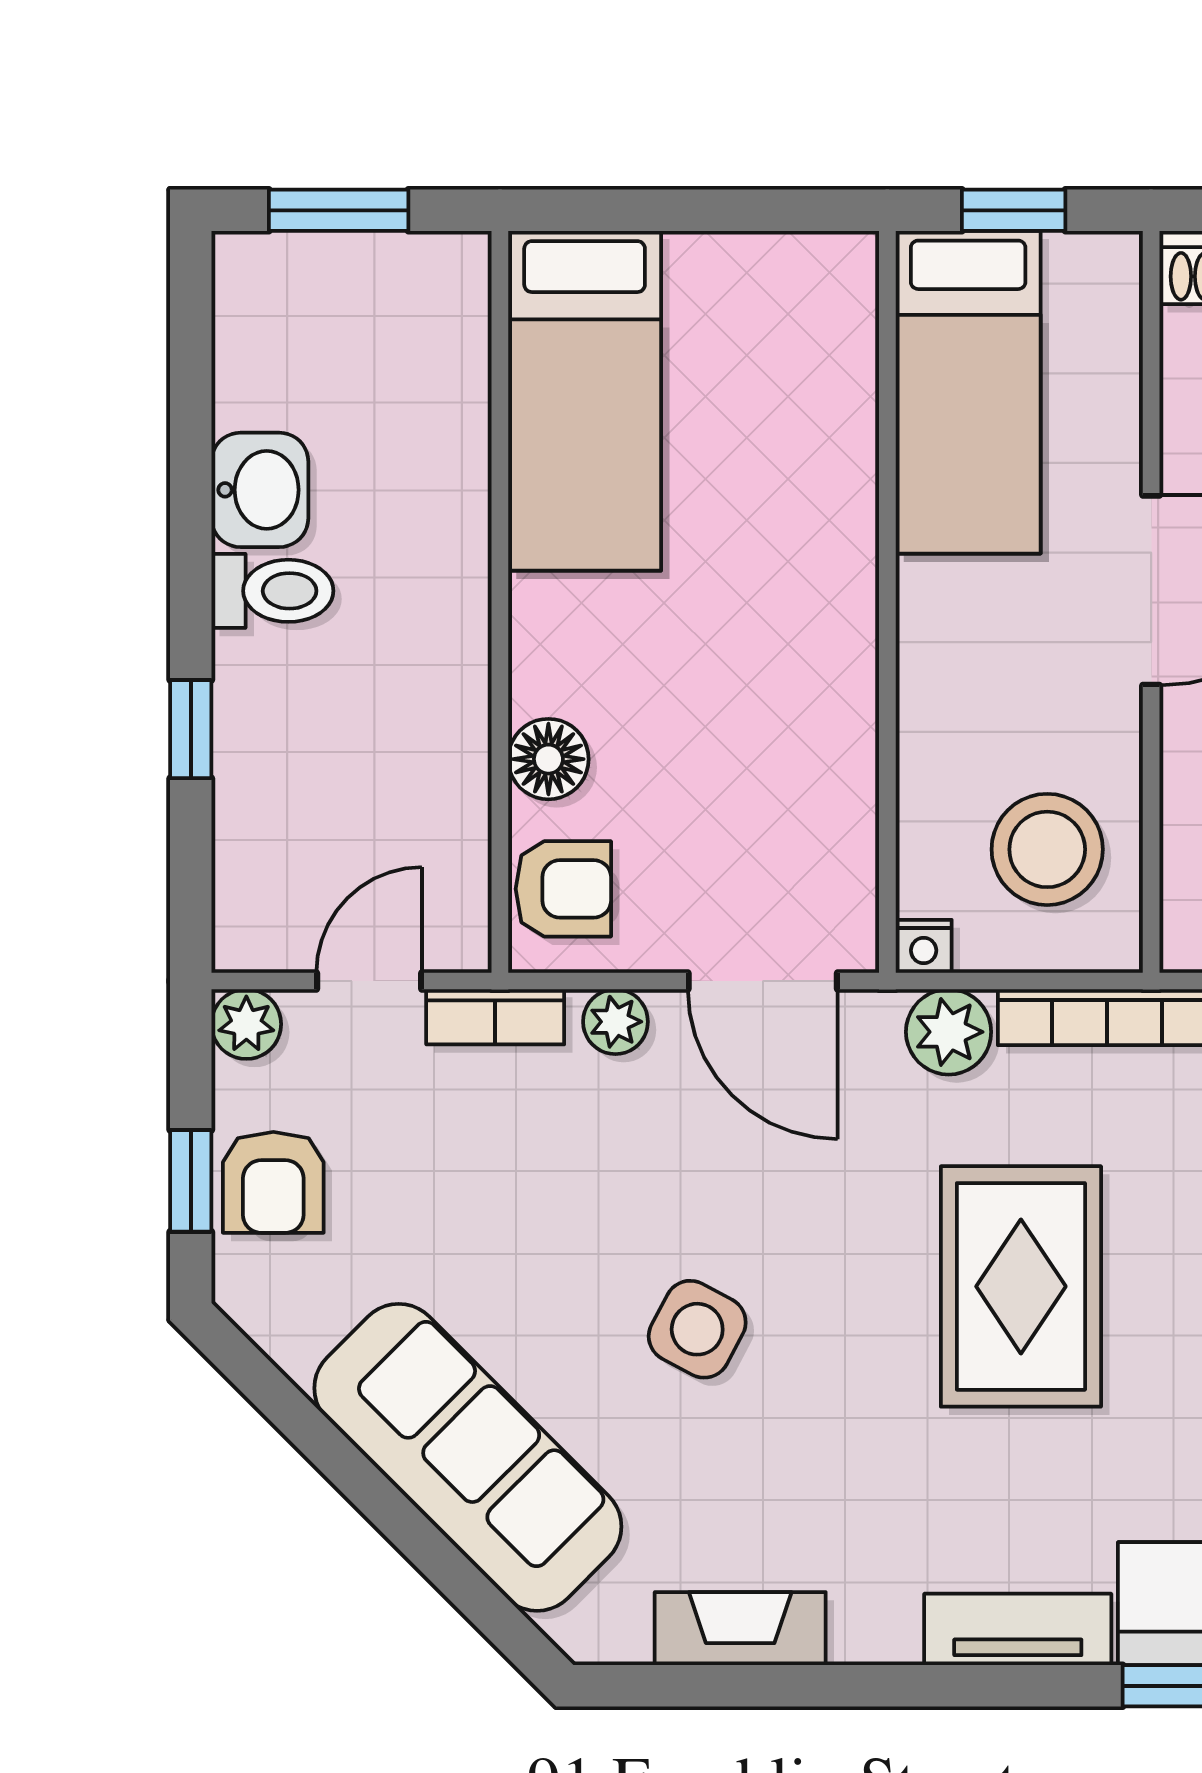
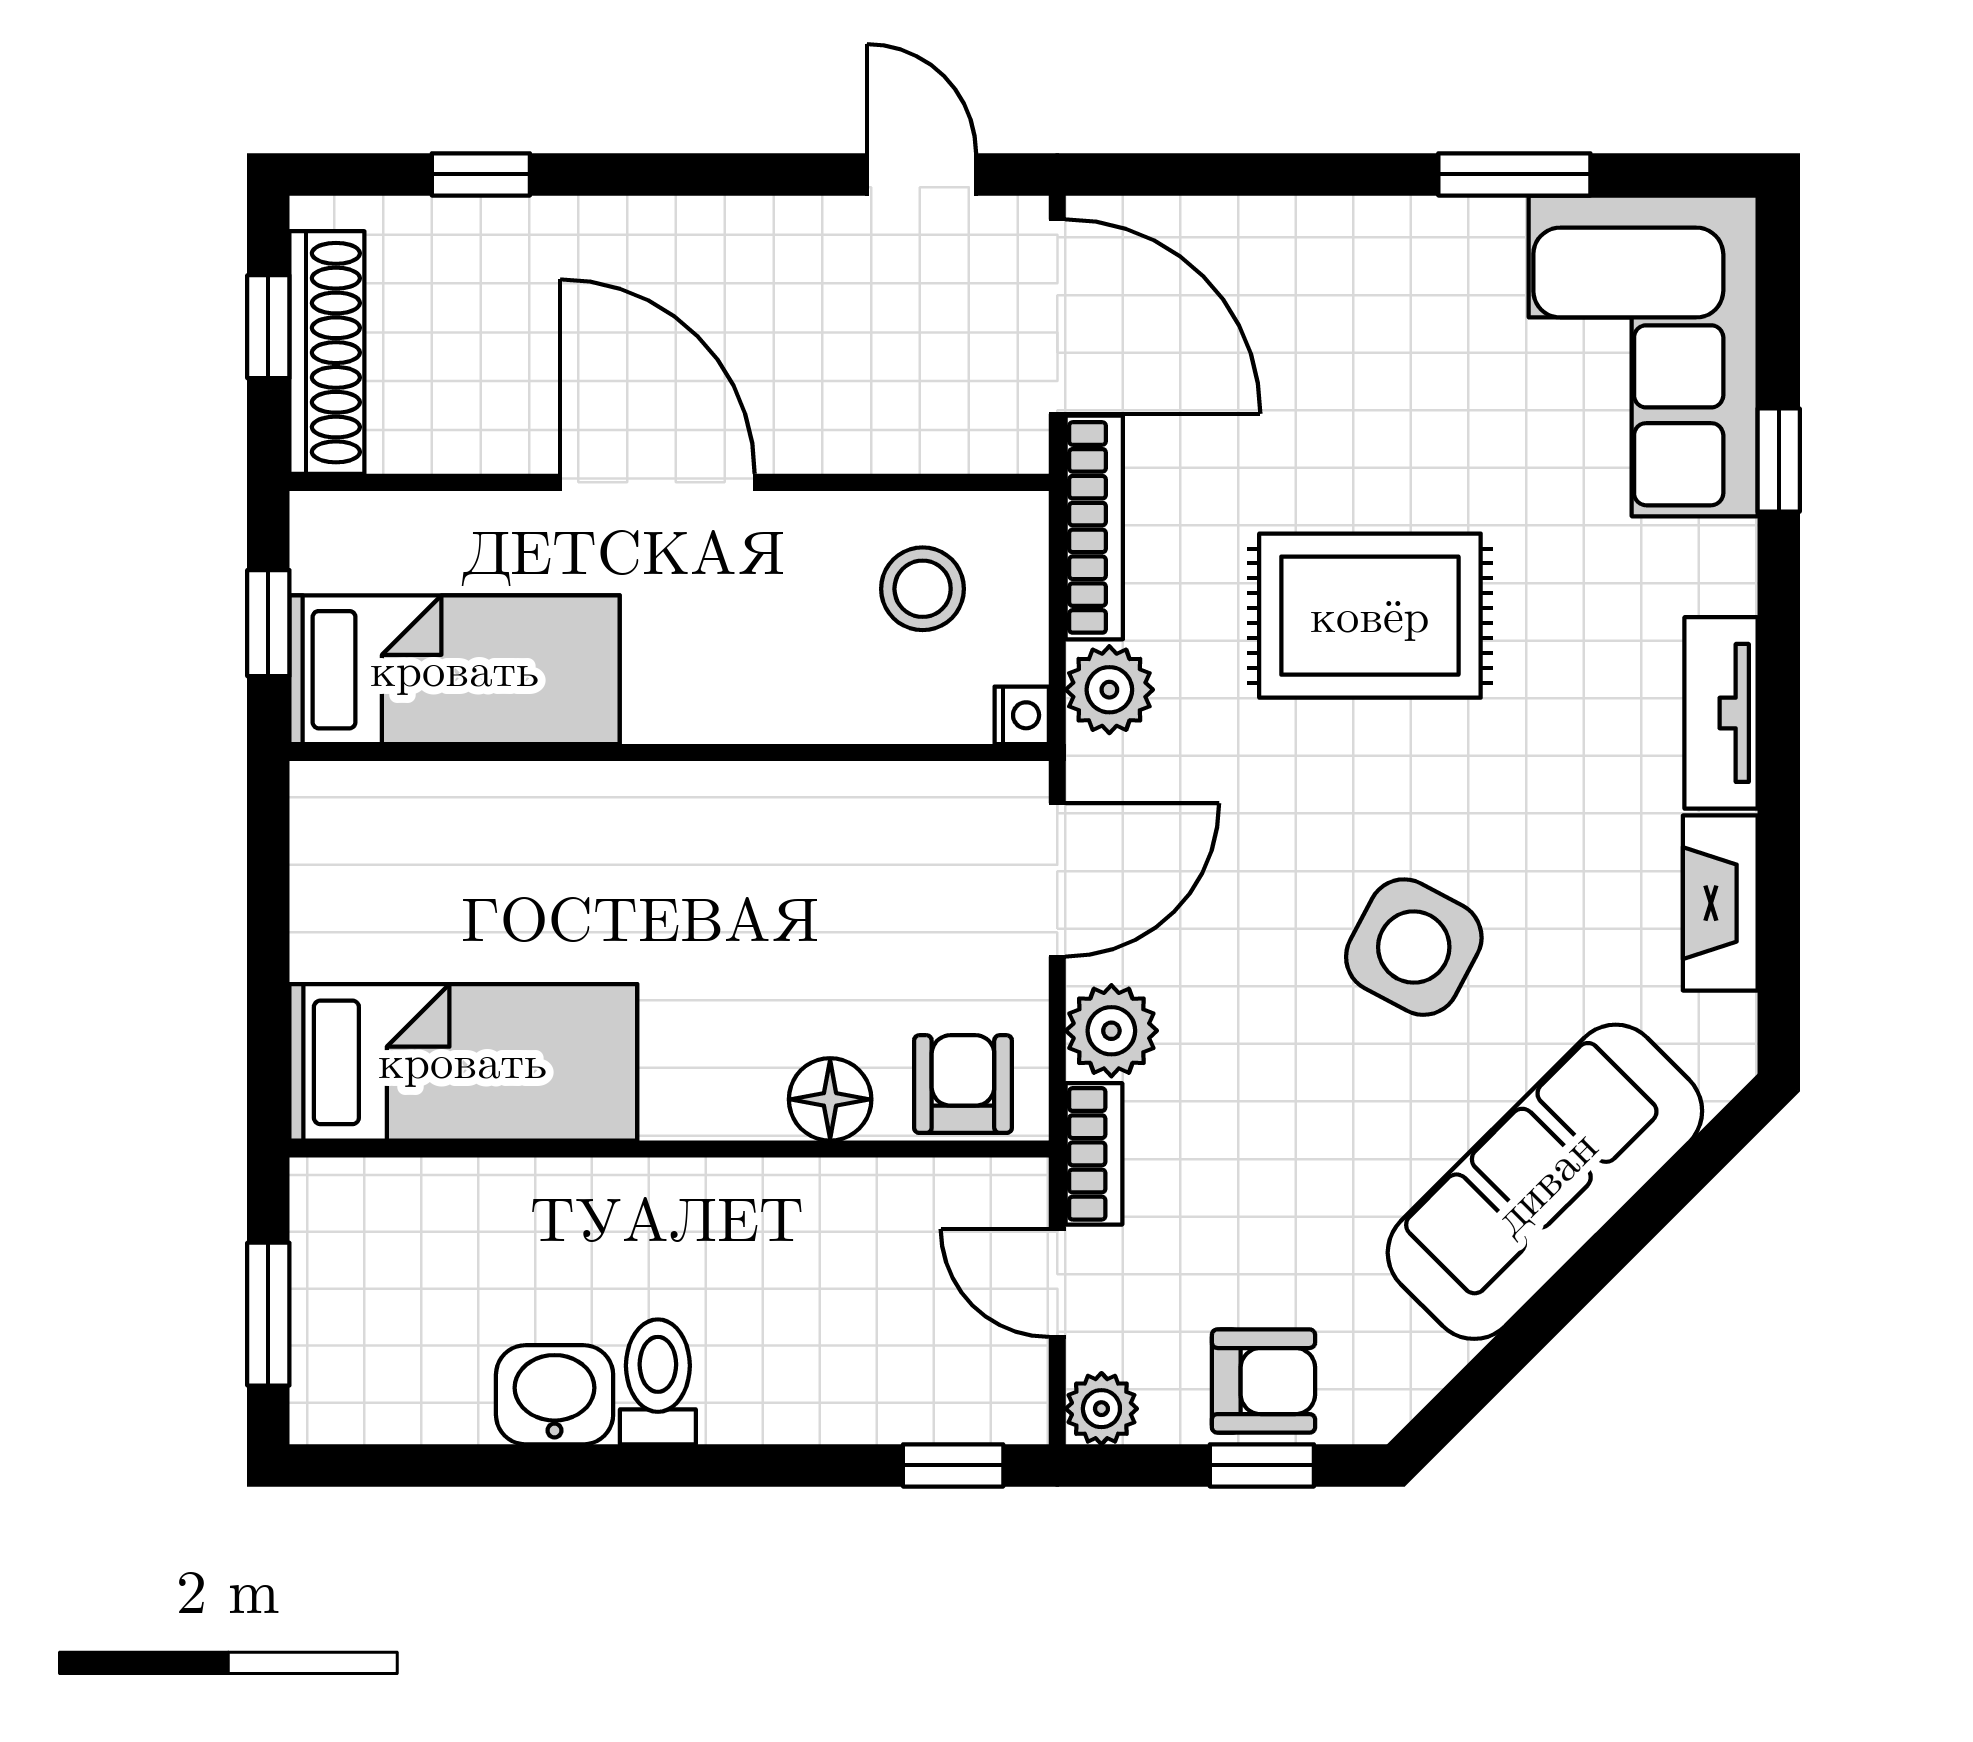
window: (191, 729) -> (953, 1465), moved
stool: (1047, 849) -> (923, 589), width x0.73, depth x0.73
plant: (615, 1022) -> (1111, 1031), width x1.38, depth x1.38
side table: (697, 1329) -> (1414, 947), width x1.37, depth x1.37
tv unit: (1018, 1629) -> (1721, 713), moved

